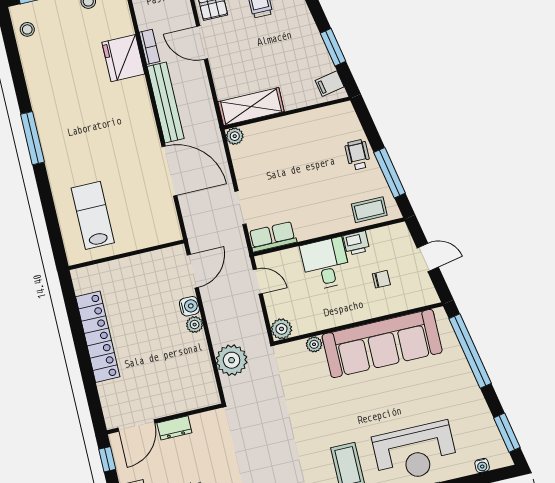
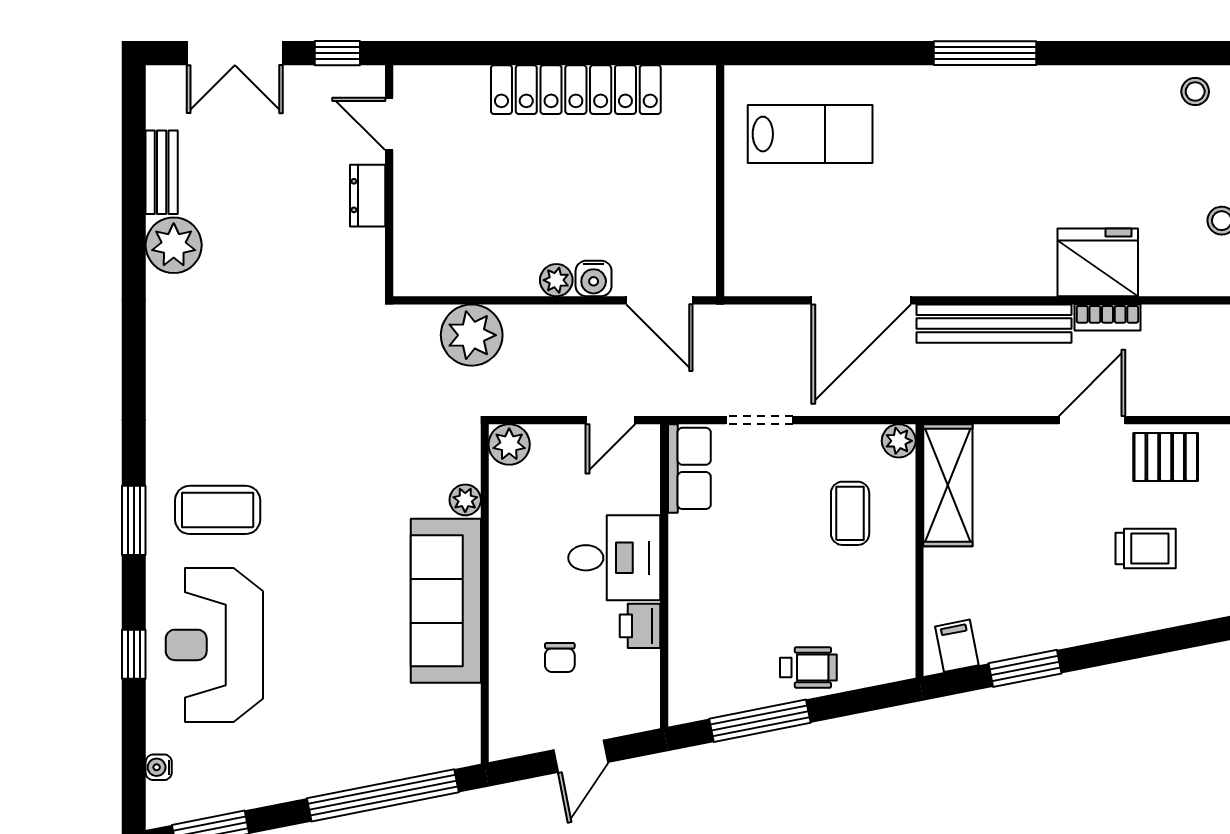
coffee table: (369, 210) -> (850, 513), moved
sofa: (382, 344) -> (446, 601), width x0.74, depth x0.79
door: (136, 425) -> (389, 124), width x0.73

